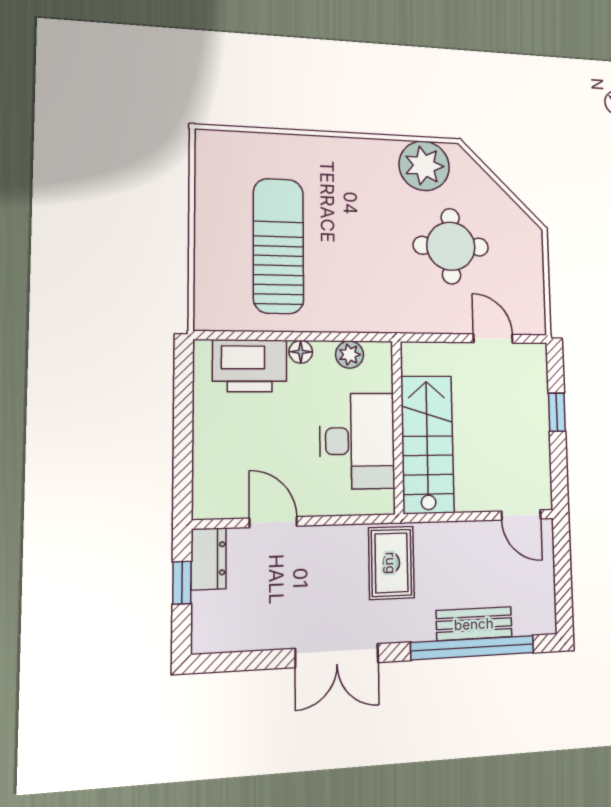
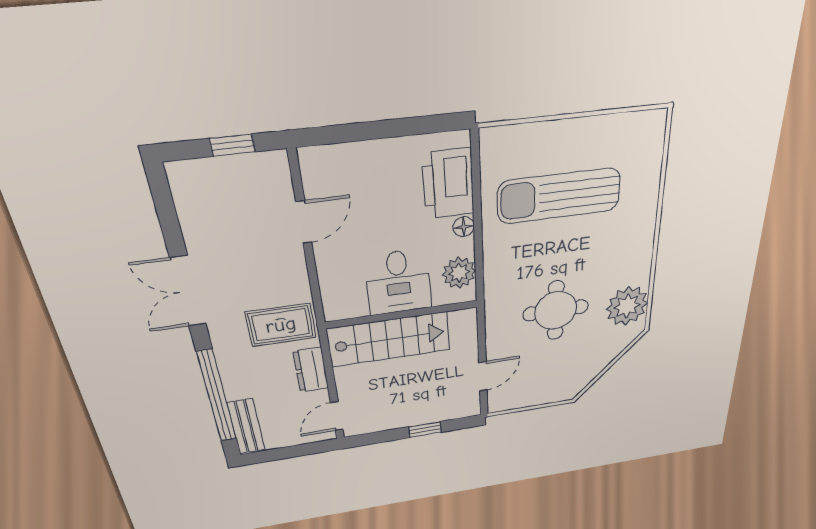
sun lounger: (278, 246) -> (559, 196), turned 180
round table: (451, 246) -> (556, 310), moved
plant: (350, 355) -> (459, 273), width x1.38, depth x1.38
desk: (357, 441) -> (398, 282), width x0.73
dresser: (209, 559) -> (311, 370), moved, turned 90
bench: (474, 624) -> (246, 427), moved

